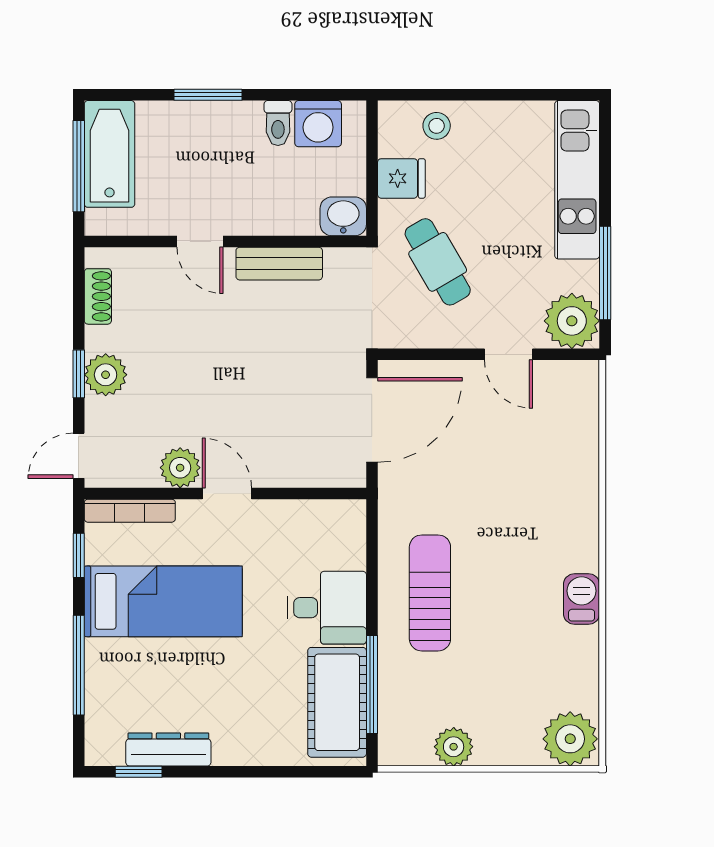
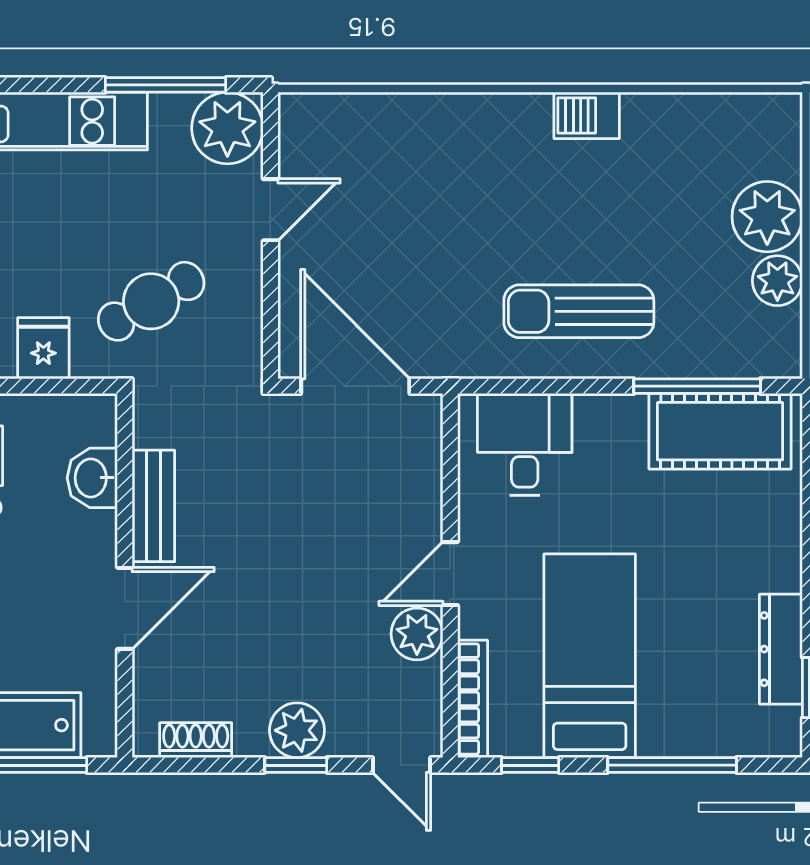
washbasin: (343, 216) -> (92, 478), moved
door: (200, 241) -> (125, 608), width x1.38
desk: (327, 608) -> (525, 444), moved
plant: (570, 739) -> (767, 217), moved

